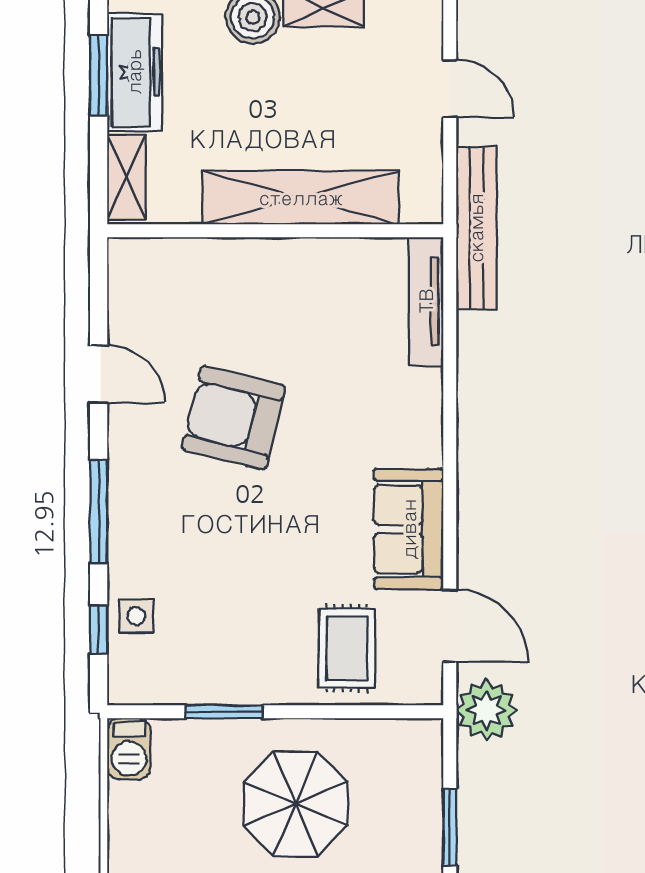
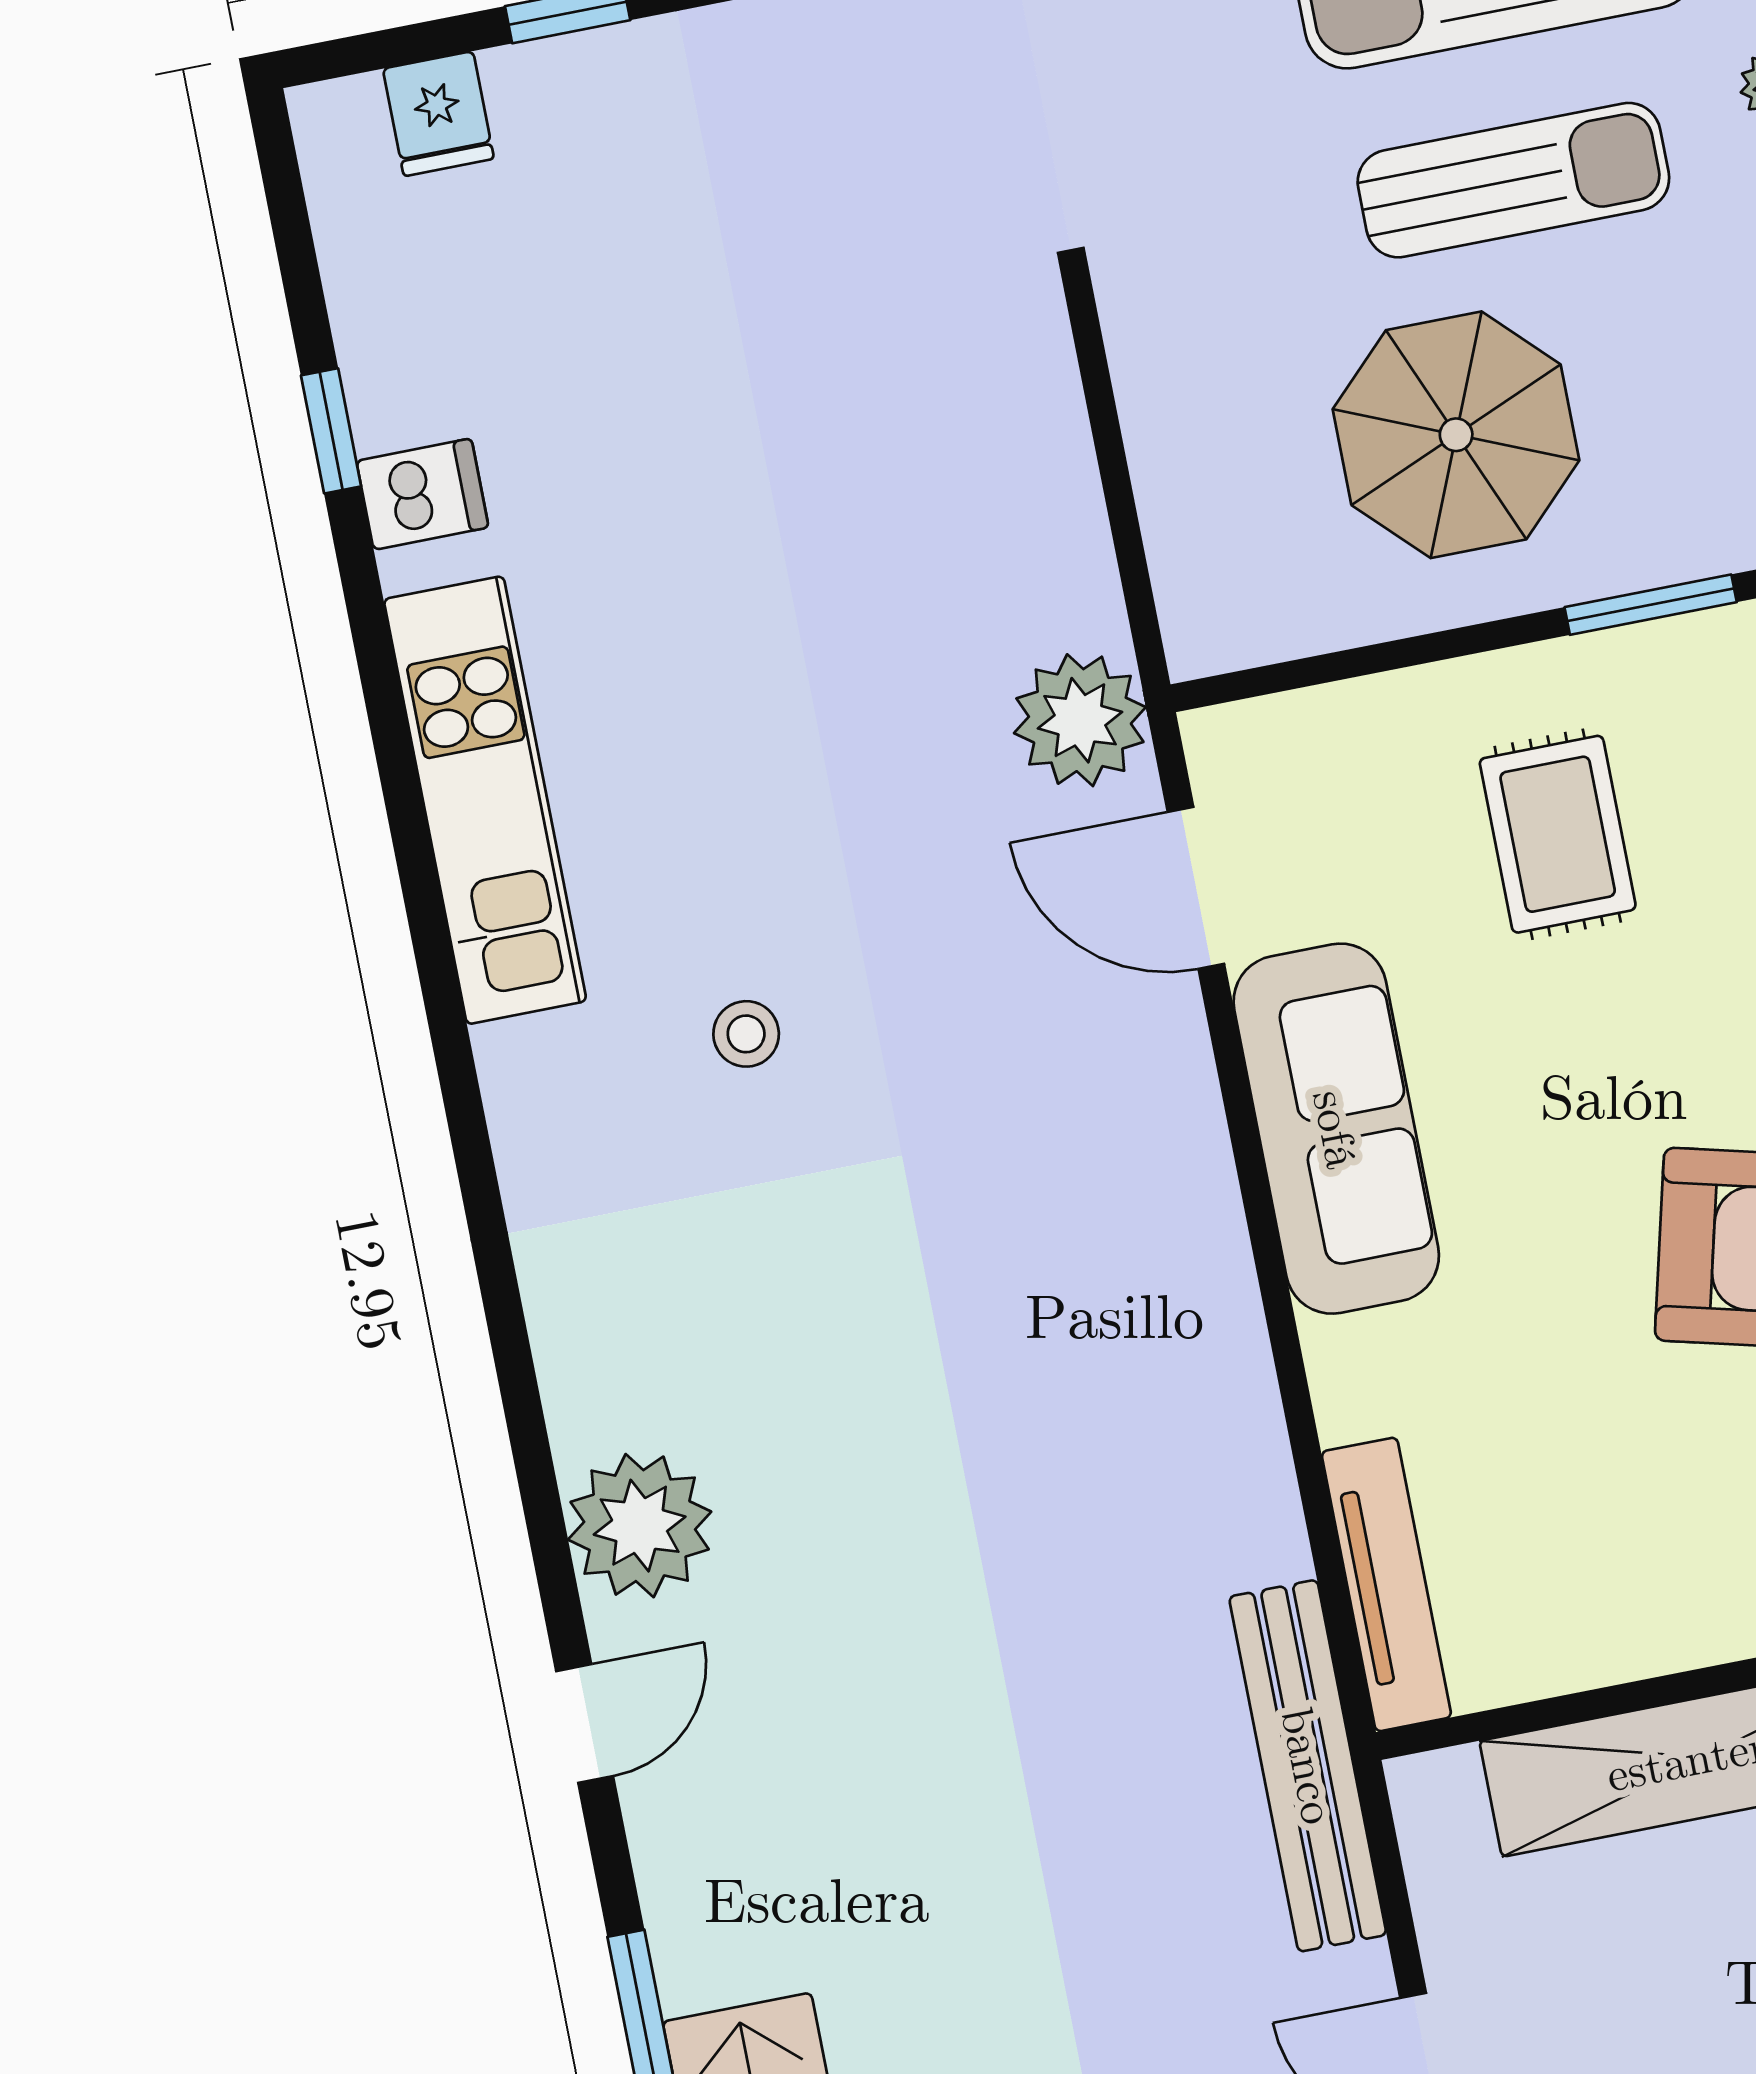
sofa: (409, 529) -> (1336, 1129), width x1.36
rug: (347, 648) -> (1558, 834), moved
window: (450, 827) -> (1110, 450), removed

